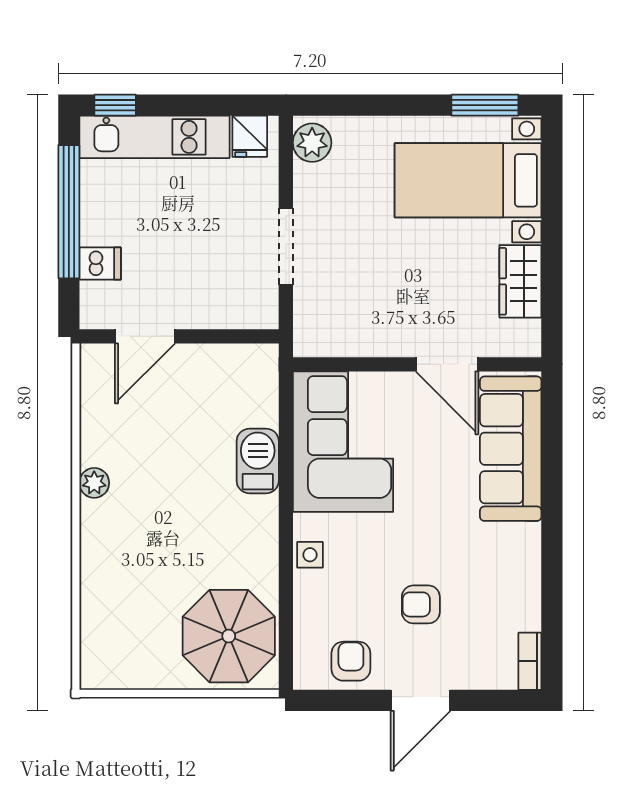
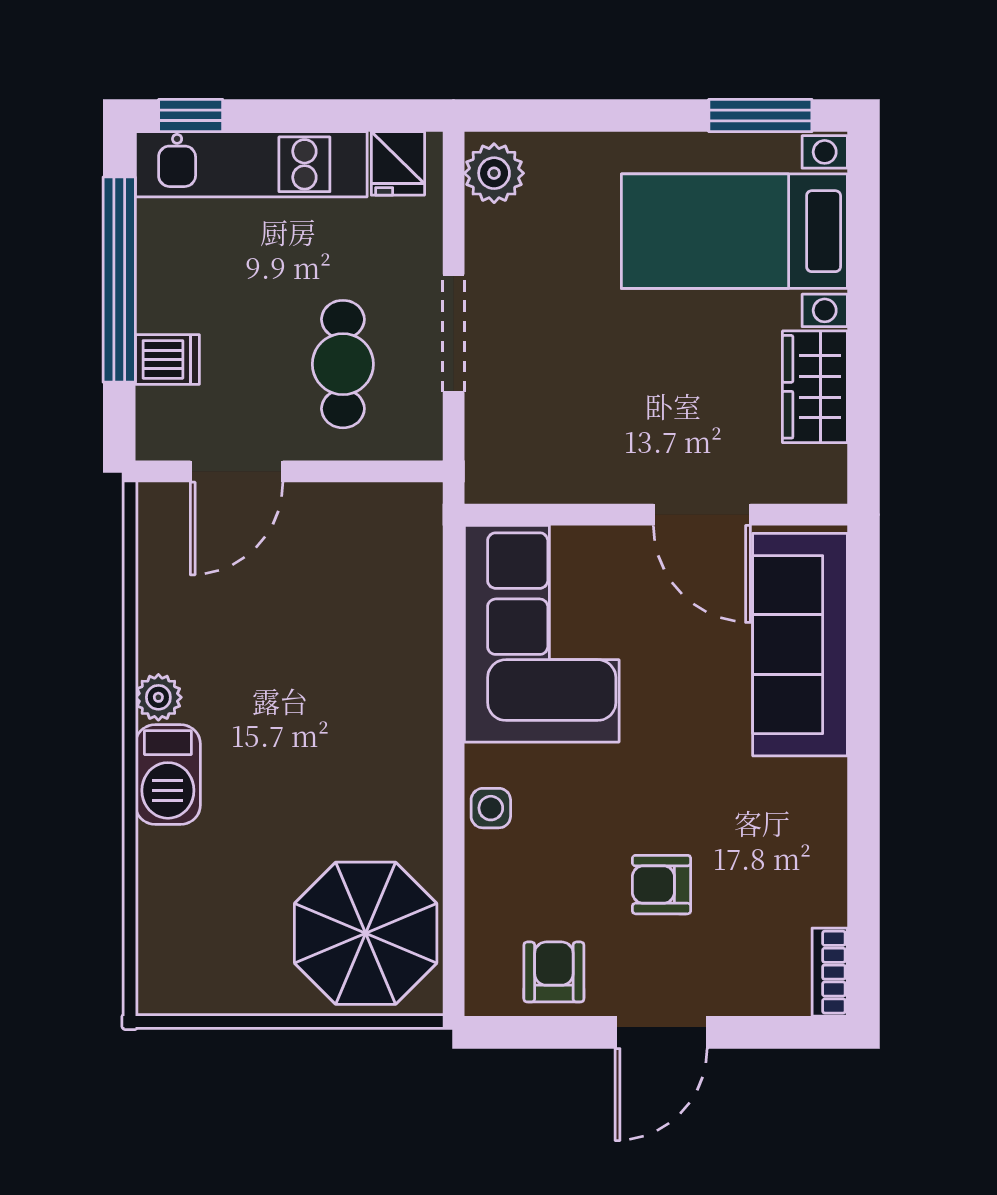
cafe table: (214, 267) -> (343, 364), added
barbecue: (258, 461) -> (168, 774), moved, turned 180

